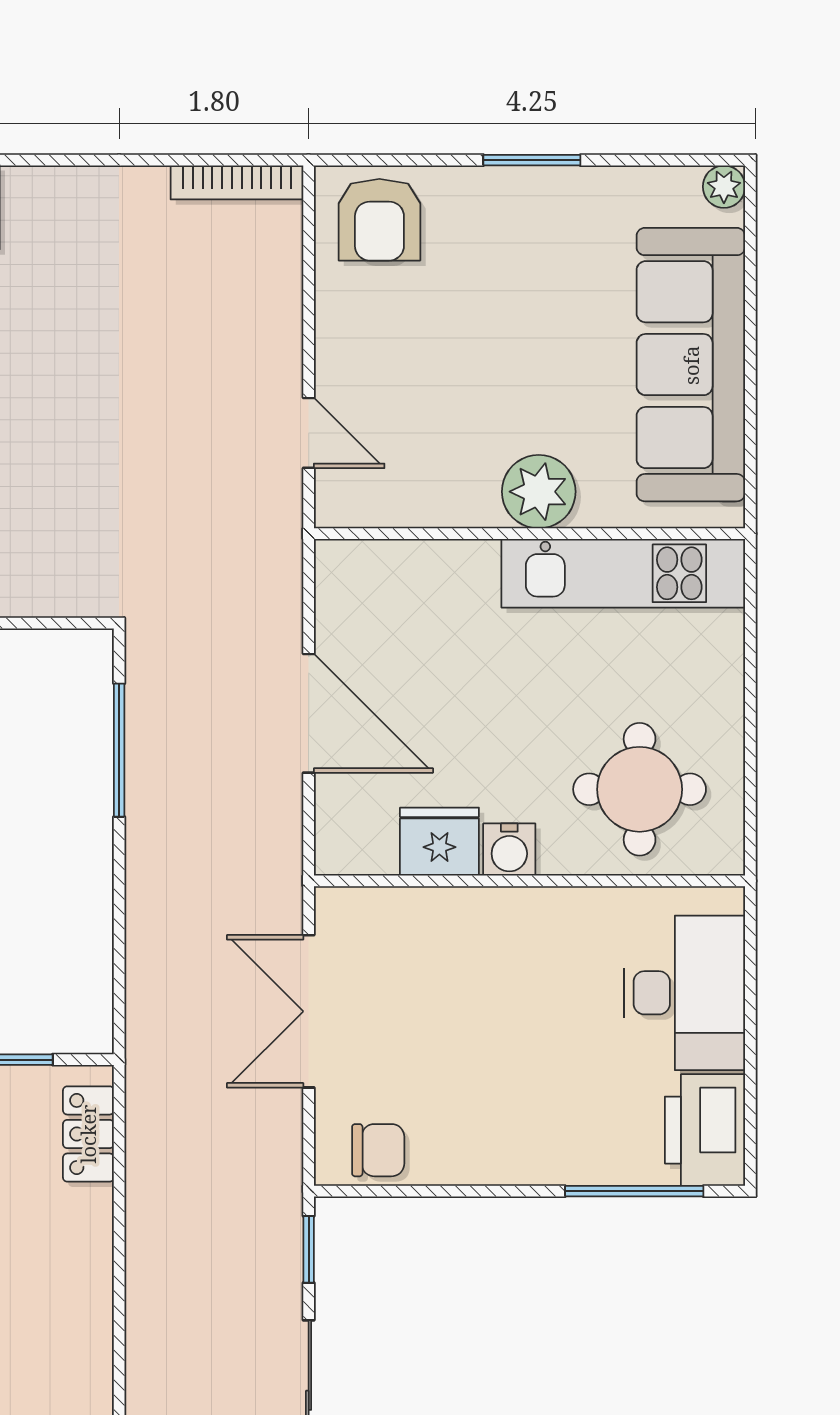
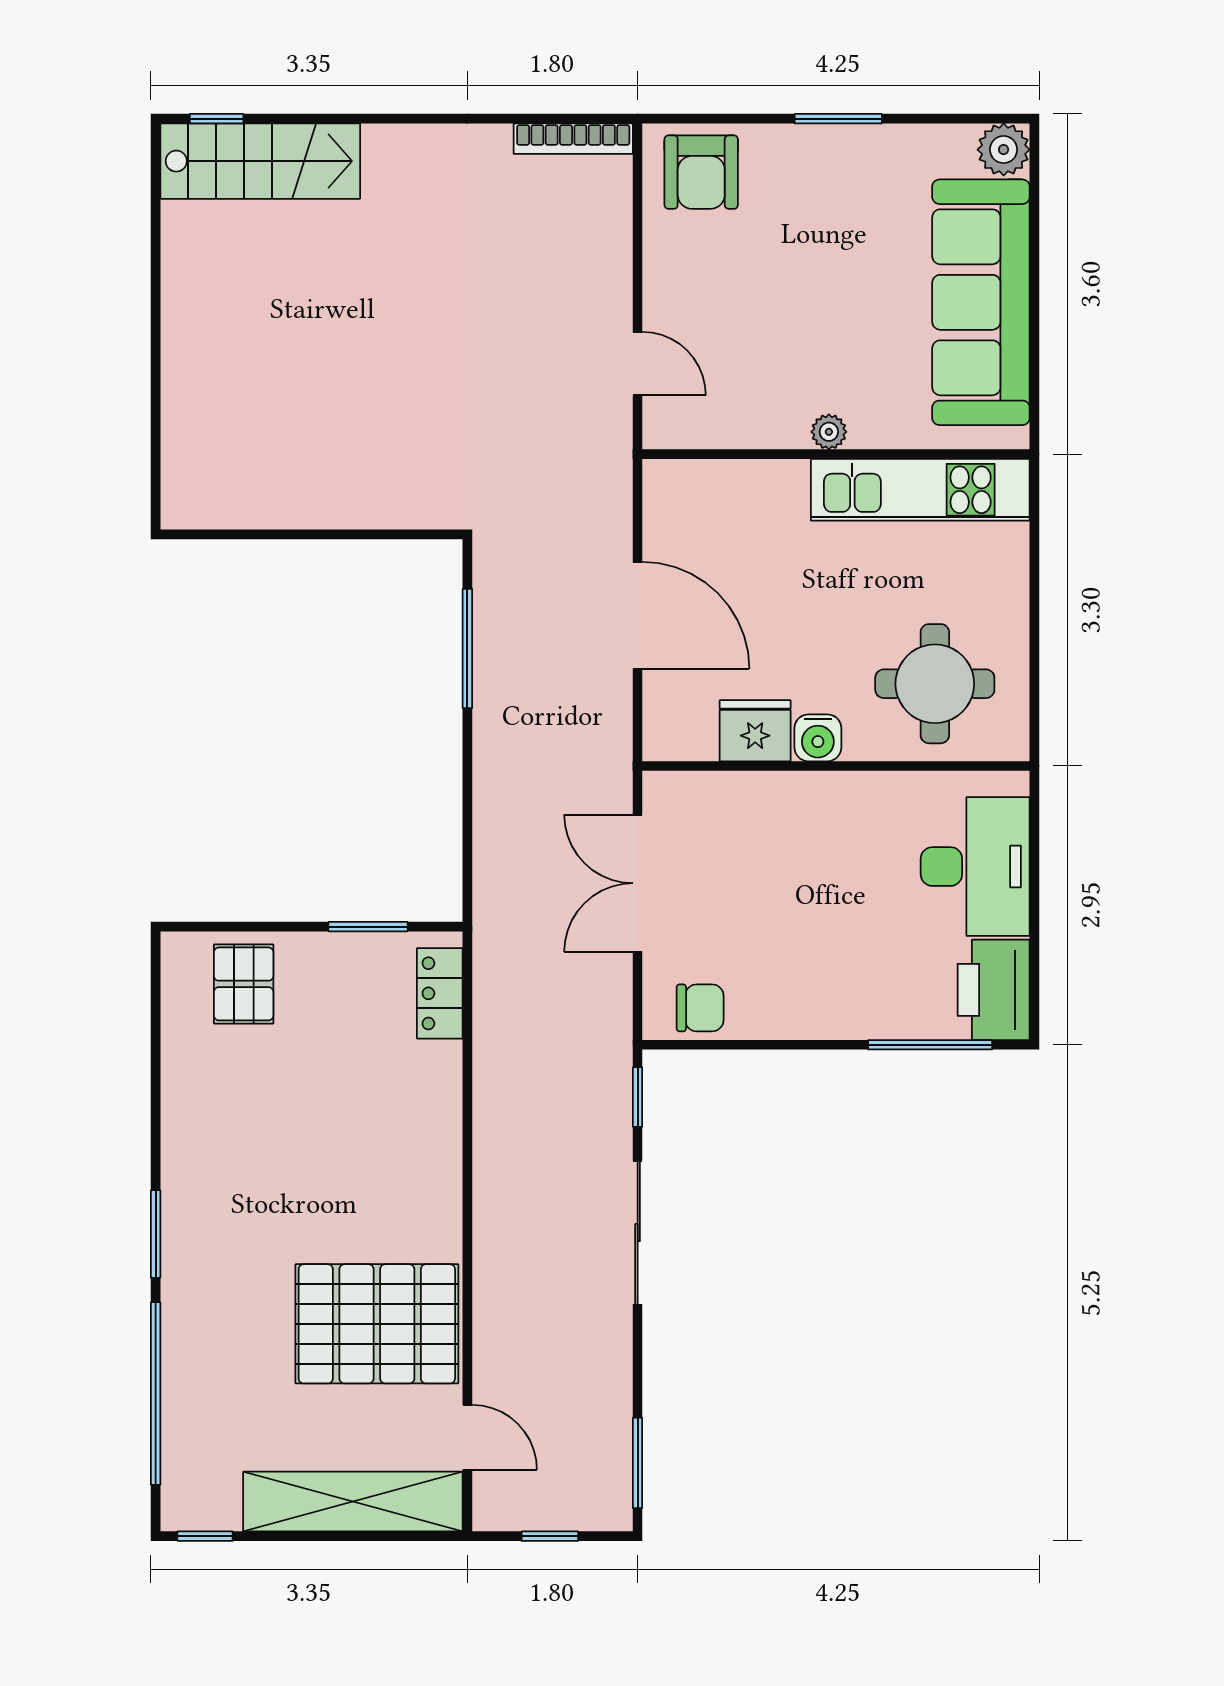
plant: (724, 187) -> (1004, 150), width x1.38, depth x1.38
plant: (539, 492) -> (829, 432), width x0.53, depth x0.53

